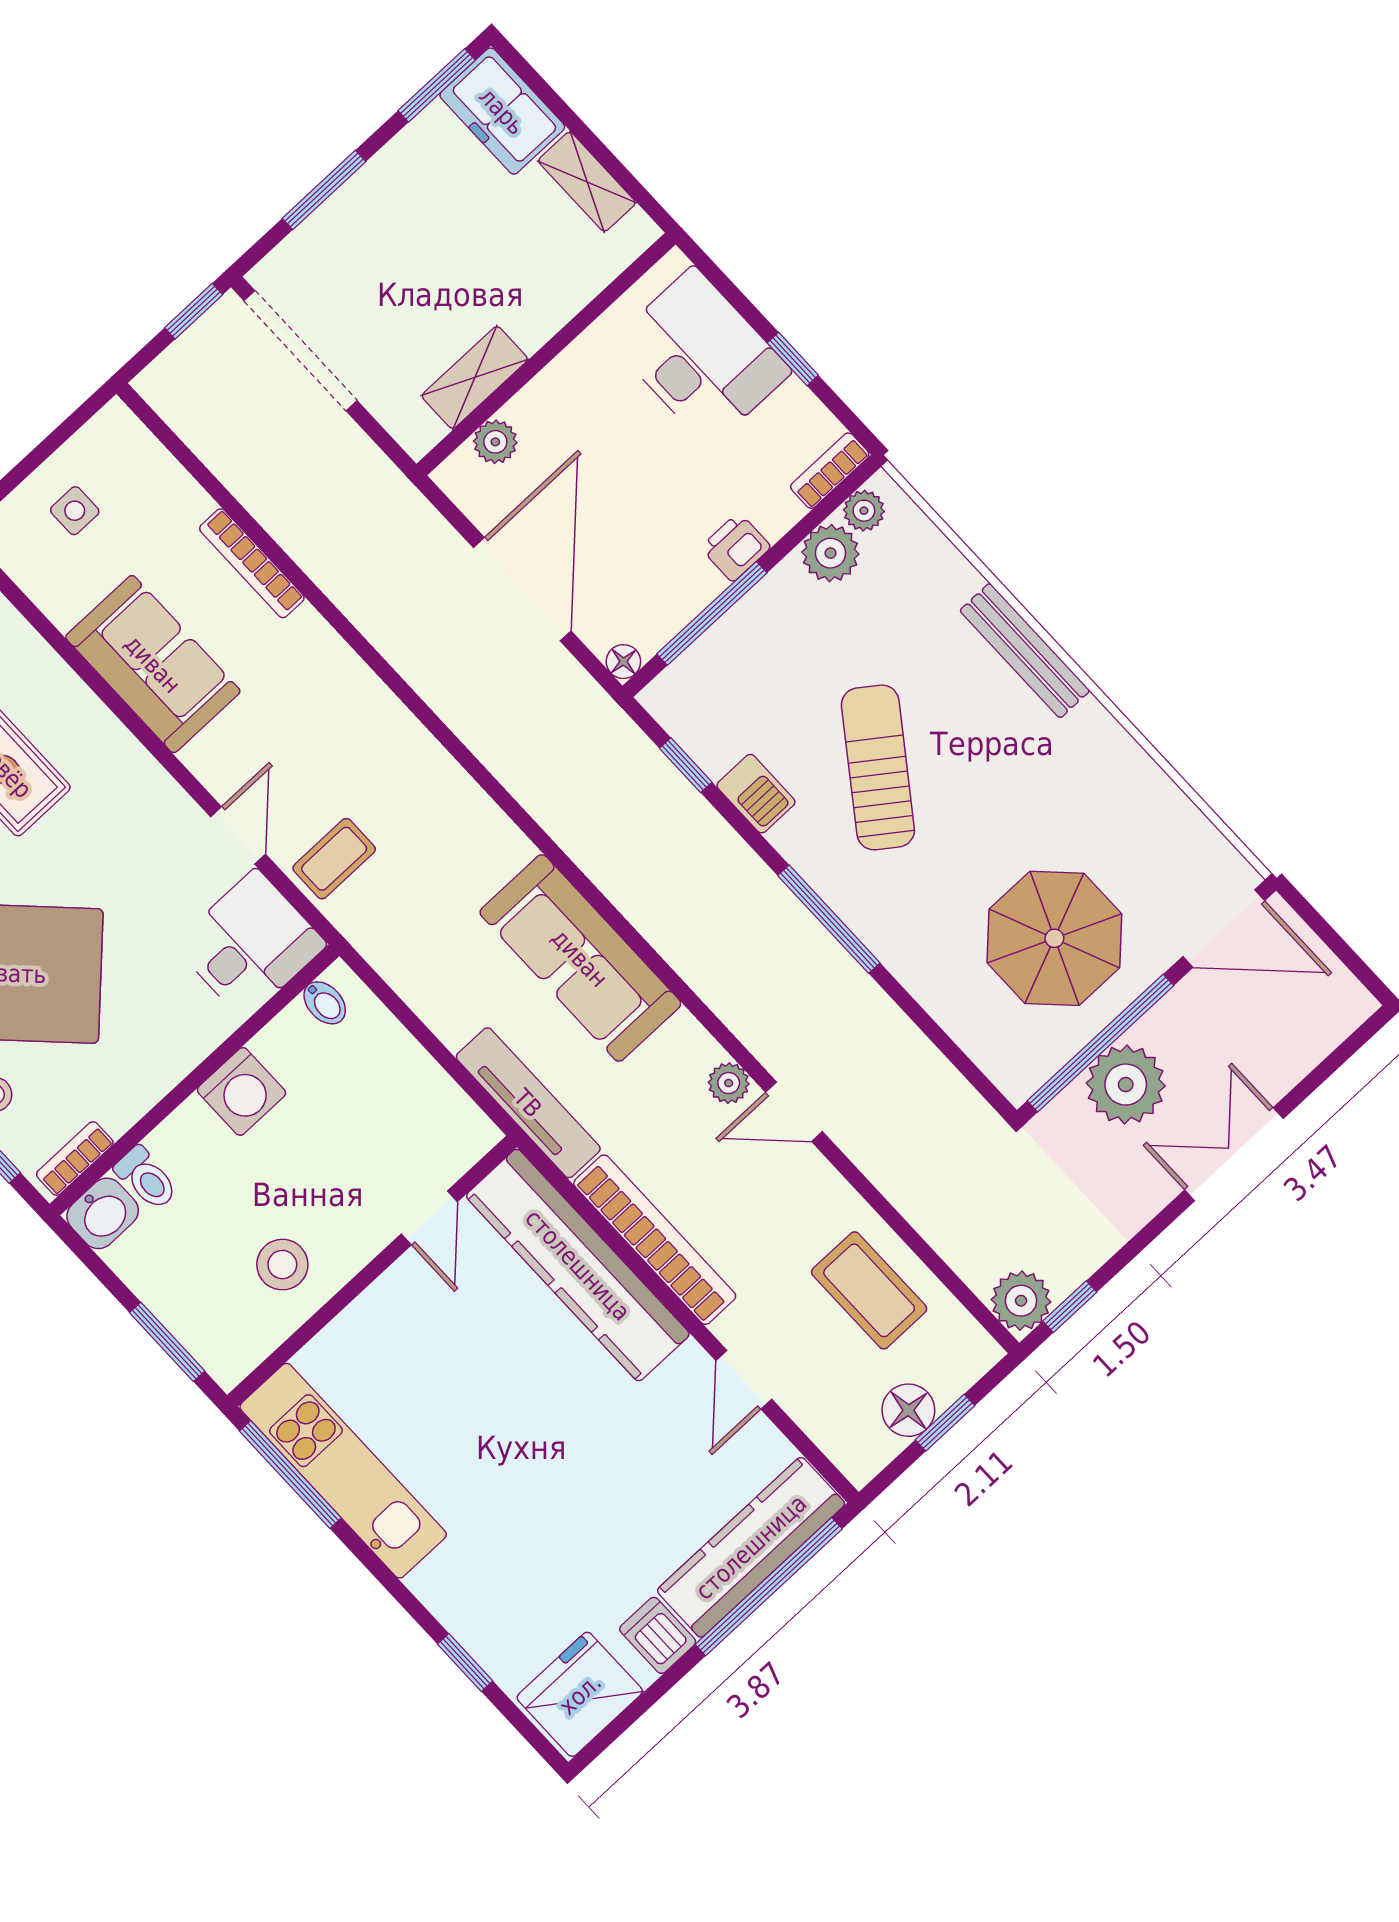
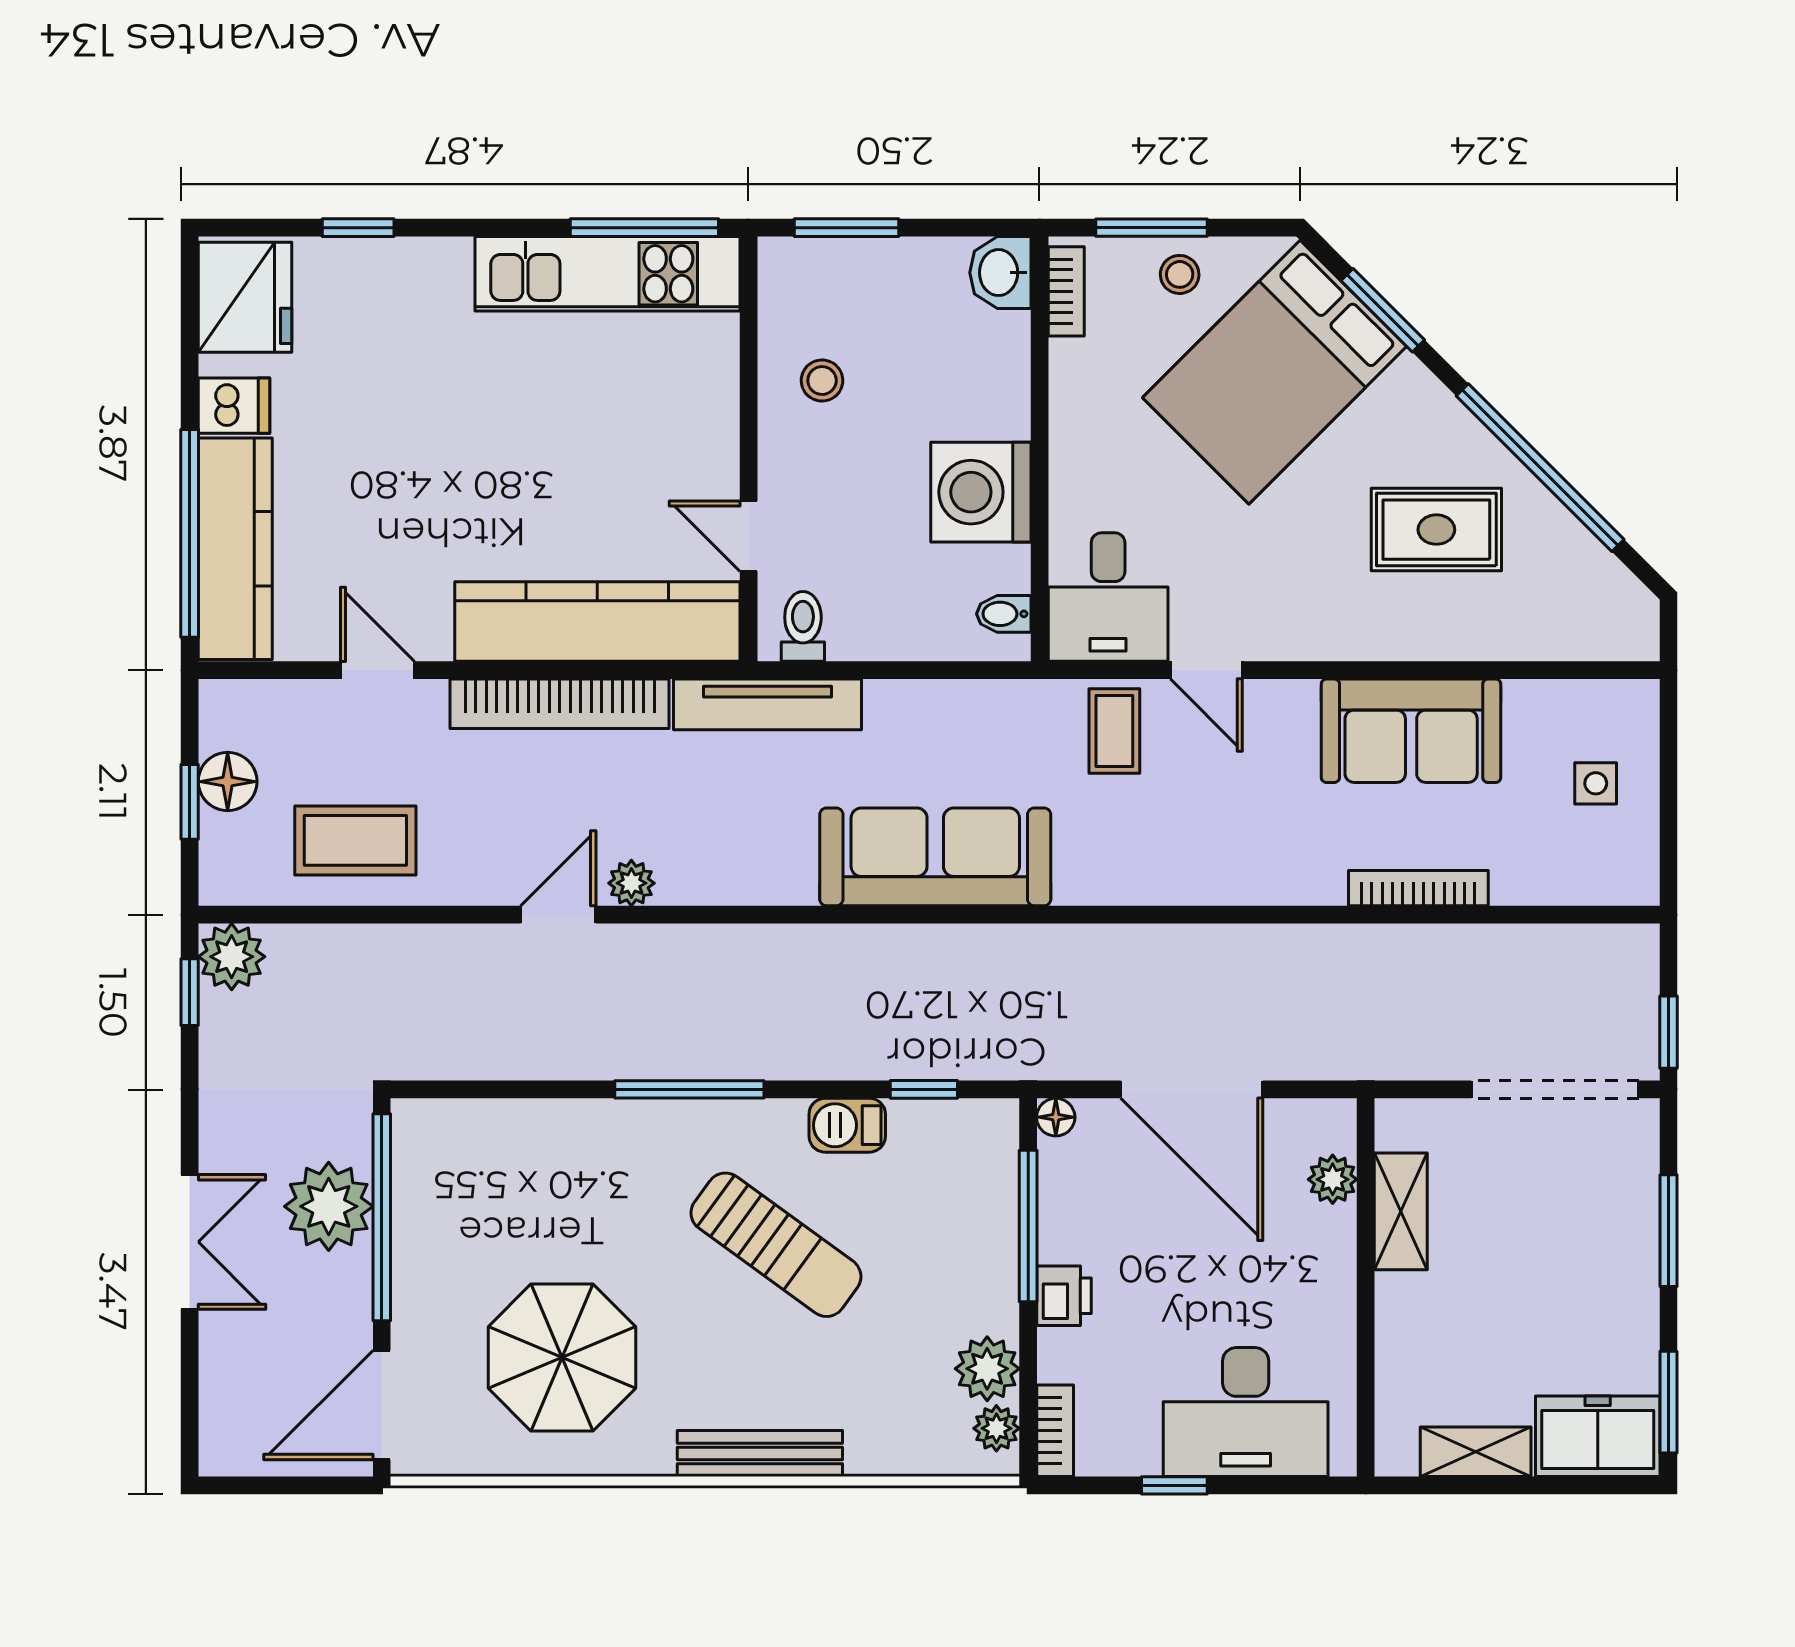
parasol: (1054, 938) -> (562, 1358), moved
sofa: (580, 958) -> (935, 857), moved
washing machine: (242, 1091) -> (981, 492), width x1.37, depth x1.37
toilet: (146, 1178) -> (803, 626), moved, turned 90
stool: (282, 1265) -> (822, 381), width x0.73, depth x0.73

